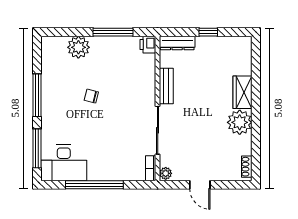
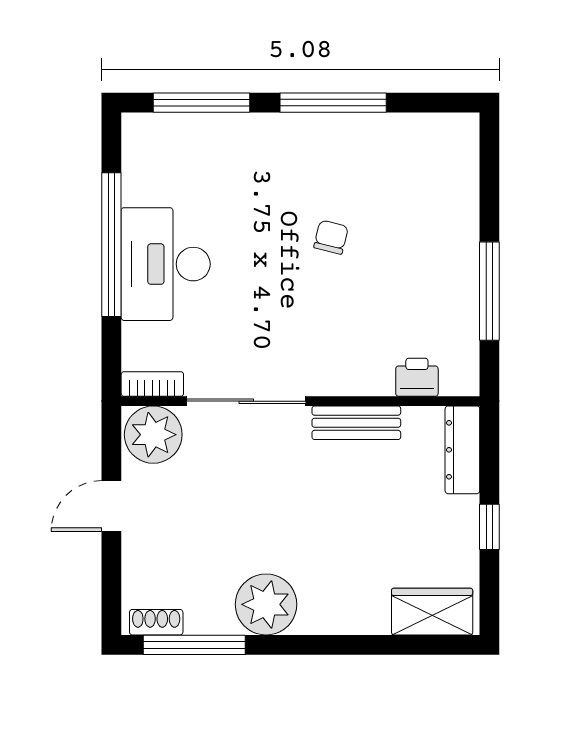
printer: (148, 45) -> (417, 377), moved
plant: (78, 47) -> (452, 205), removed
wardrobe: (243, 92) -> (432, 612), moved
window: (256, 151) -> (194, 645), added
desk: (64, 163) -> (166, 264), moved
plant: (166, 173) -> (153, 435), width x1.87, depth x1.87

